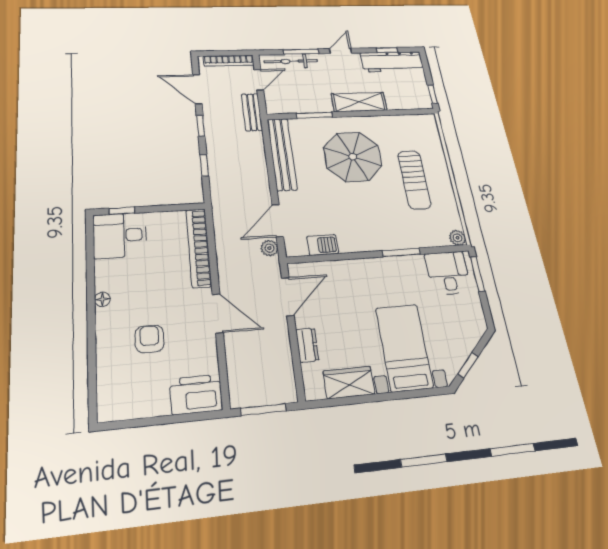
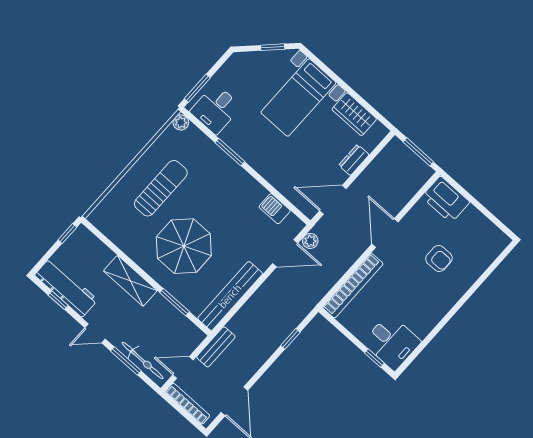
window: (201, 126) -> (262, 371), removed
floor lamp: (102, 299) -> (442, 310), removed
armchair: (149, 339) -> (439, 258), turned -90

